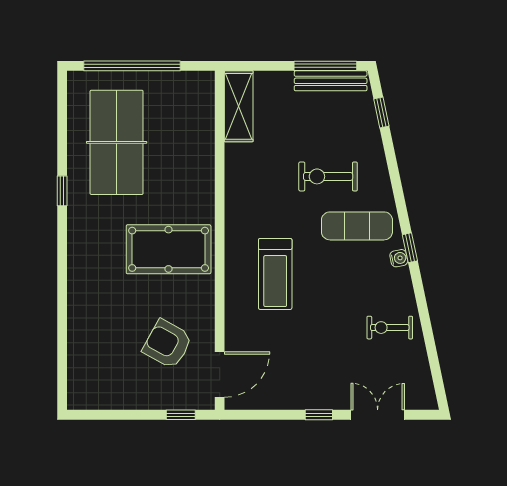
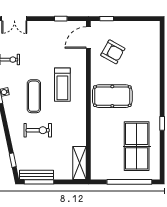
exercise mat: (357, 226) -> (34, 96), moved, turned 90
treadmill: (275, 274) -> (62, 85), turned 180
window: (319, 415) -> (61, 19), moved

